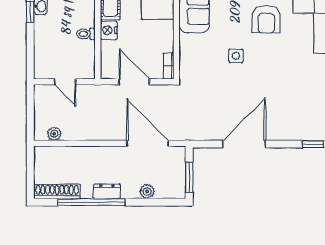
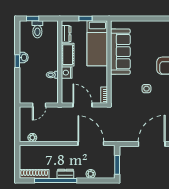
door: (65, 82) -> (39, 105), hinge flipped

